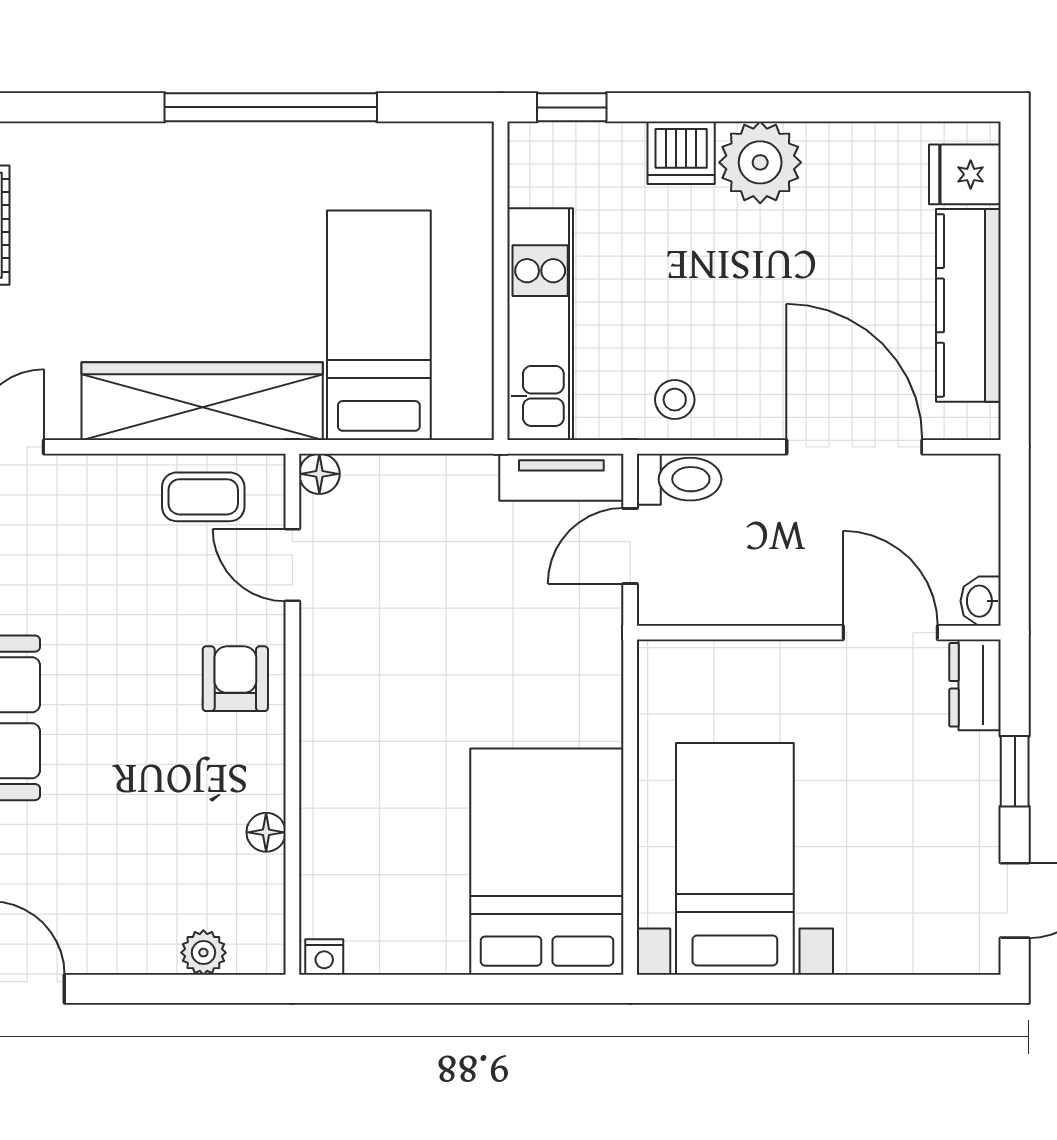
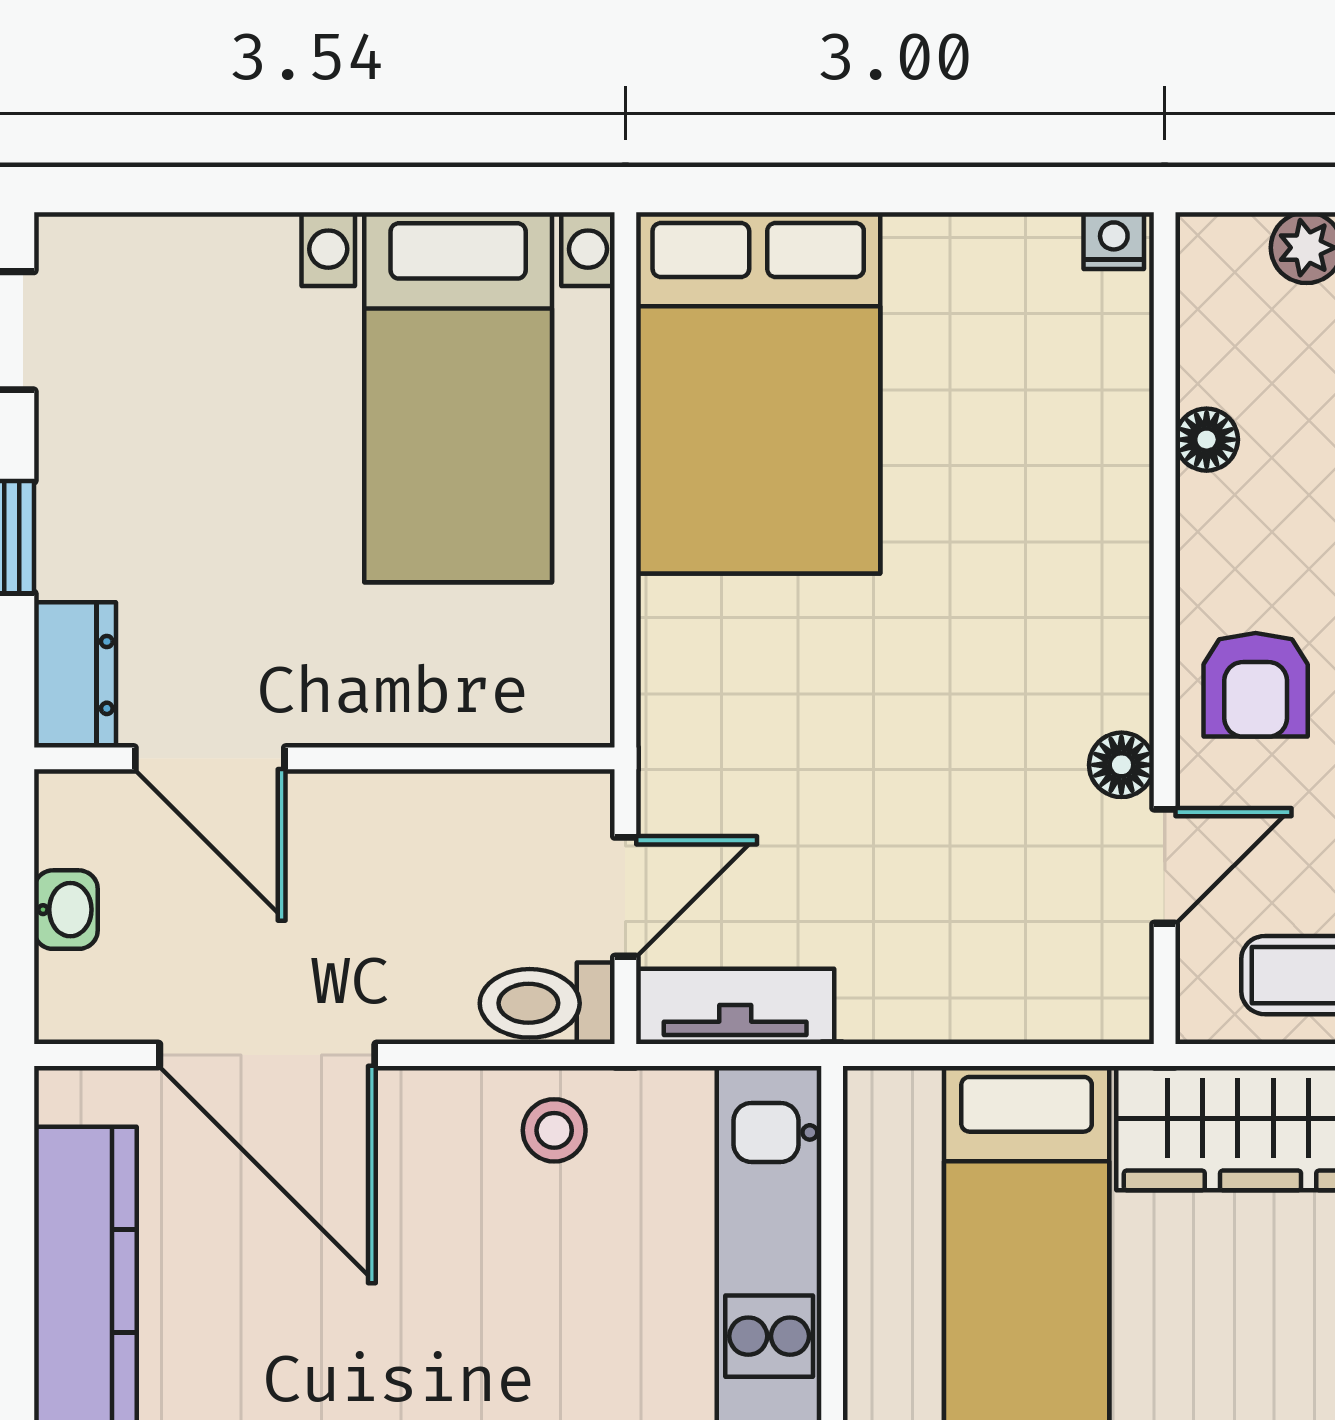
floor lamp: (319, 474) -> (1121, 765), moved
door: (292, 565) -> (1165, 866), hinge flipped
washbasin: (981, 601) -> (66, 910), moved

